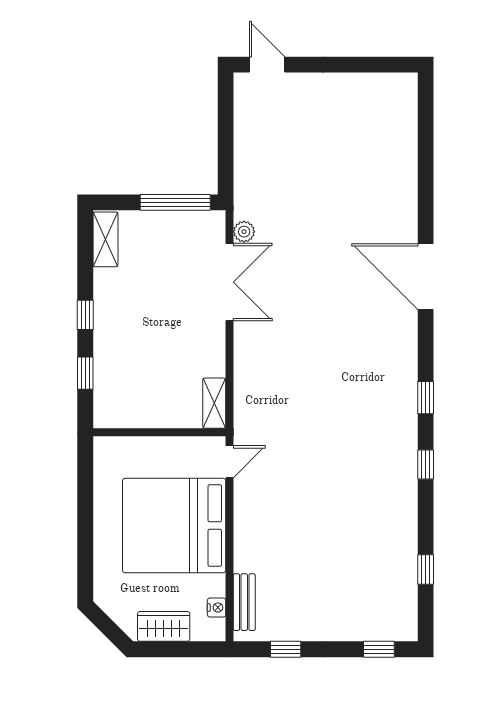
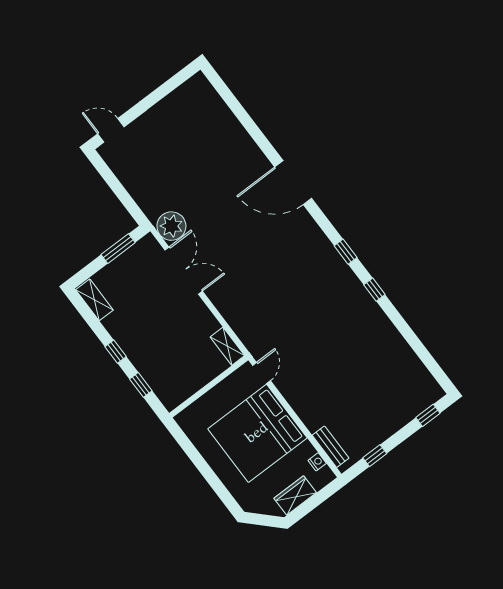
window: (175, 202) -> (118, 249), width x0.69
plant: (244, 232) -> (171, 226), width x1.88, depth x1.88
window: (426, 570) -> (420, 350), removed

